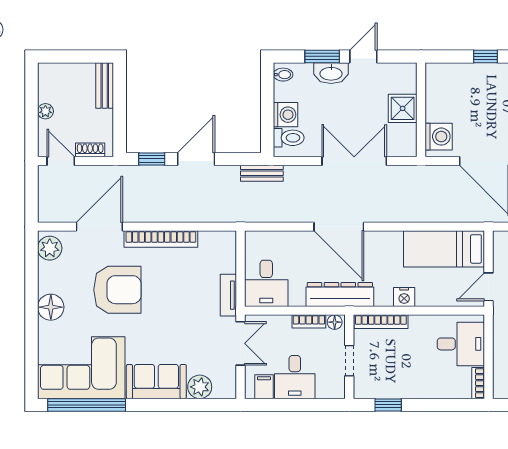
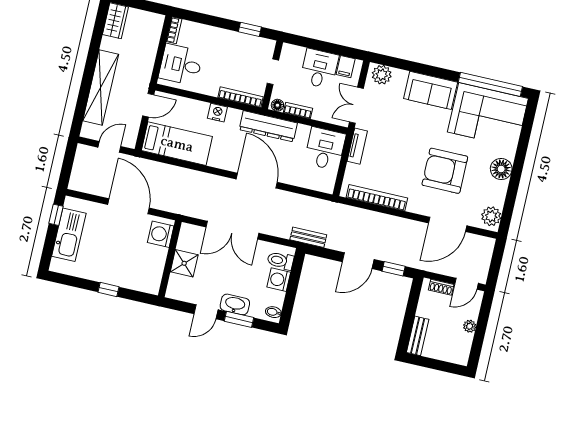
door: (61, 161) -> (466, 284), hinge flipped
bookcase: (161, 239) -> (377, 198), moved
plant: (200, 387) -> (382, 75), moved

